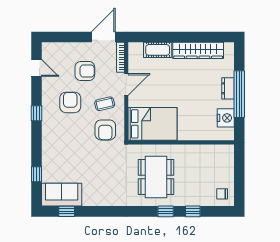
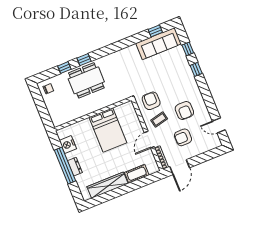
window: (36, 113) -> (196, 69), moved
bed: (153, 124) -> (108, 130), moved, turned -90
dining table: (156, 177) -> (86, 80), moved, turned 90
sofa: (62, 195) -> (159, 44), width x1.36

